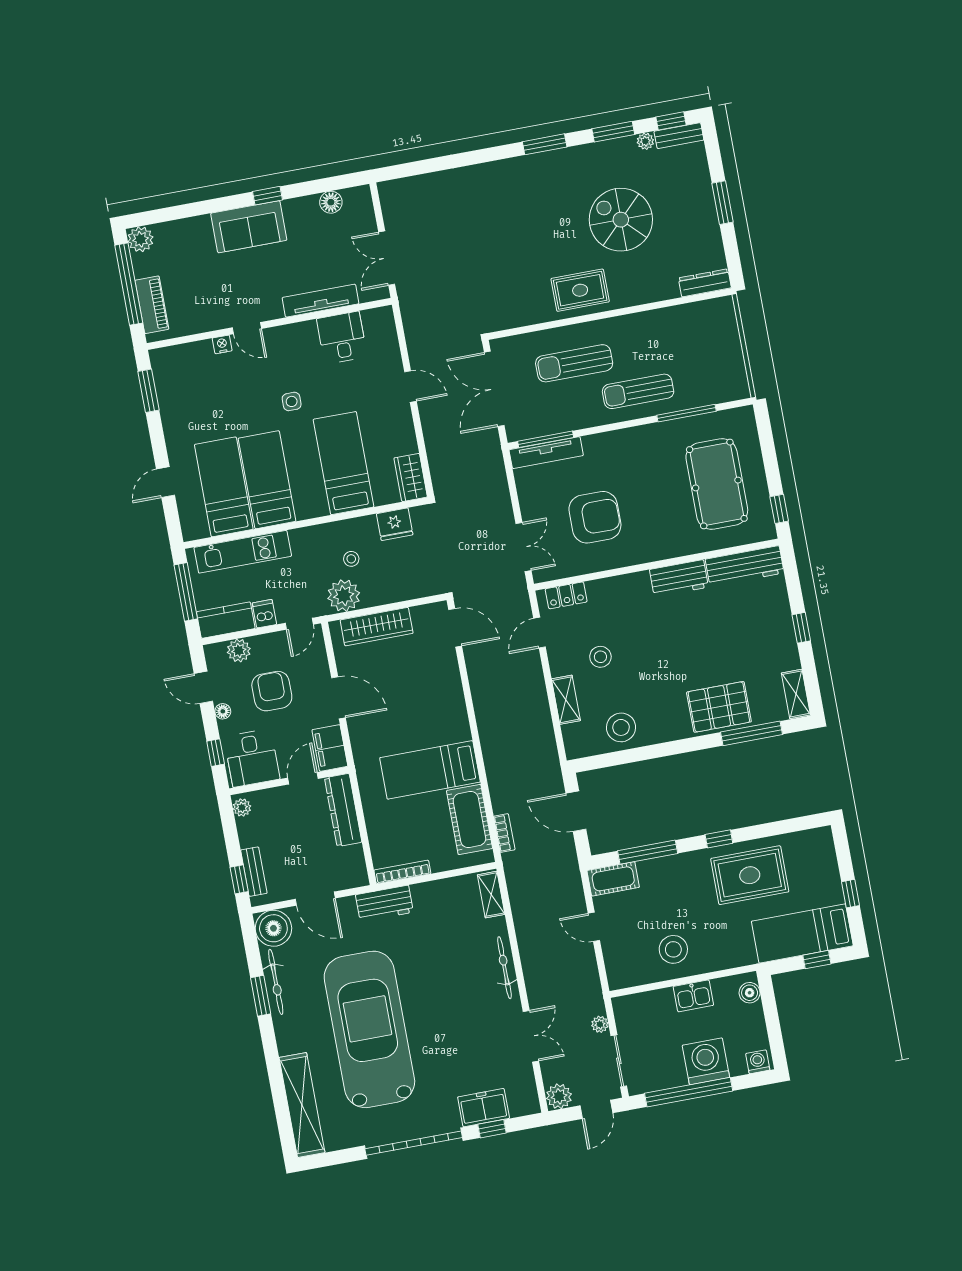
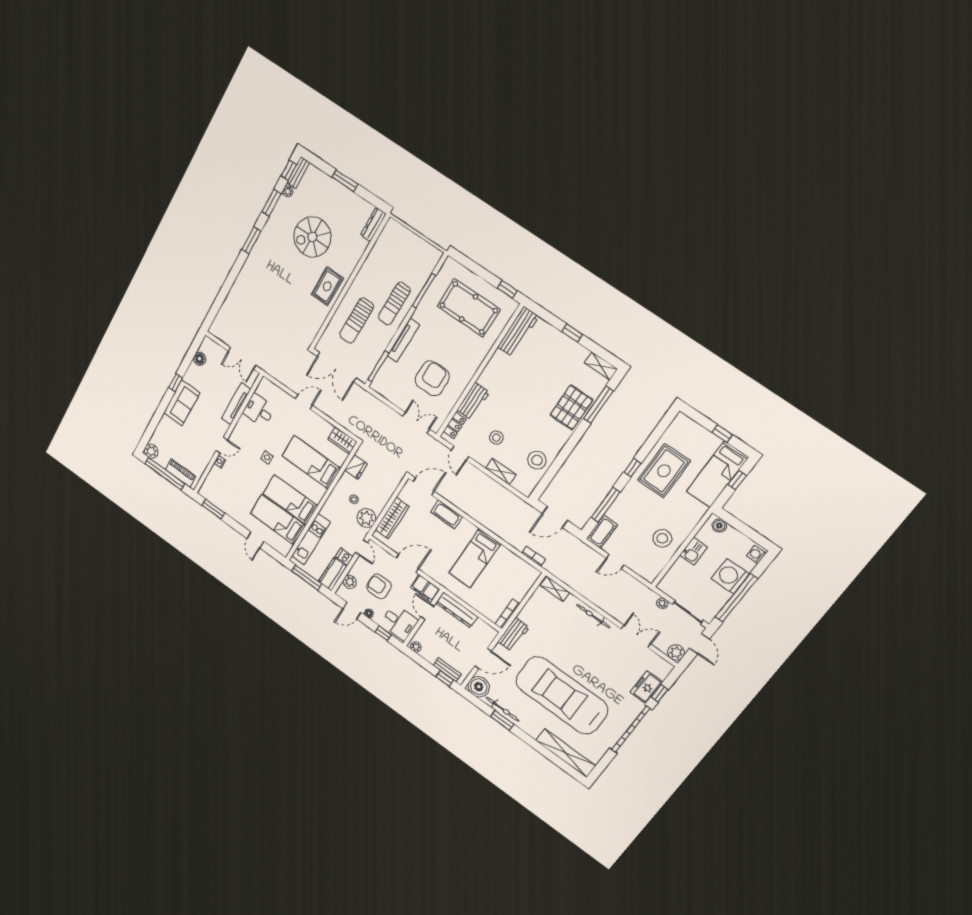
tv unit: (546, 453) -> (403, 340), moved
workbench: (679, 578) -> (473, 401), moved
cot: (469, 819) -> (446, 514), moved, width x0.73, depth x0.75

